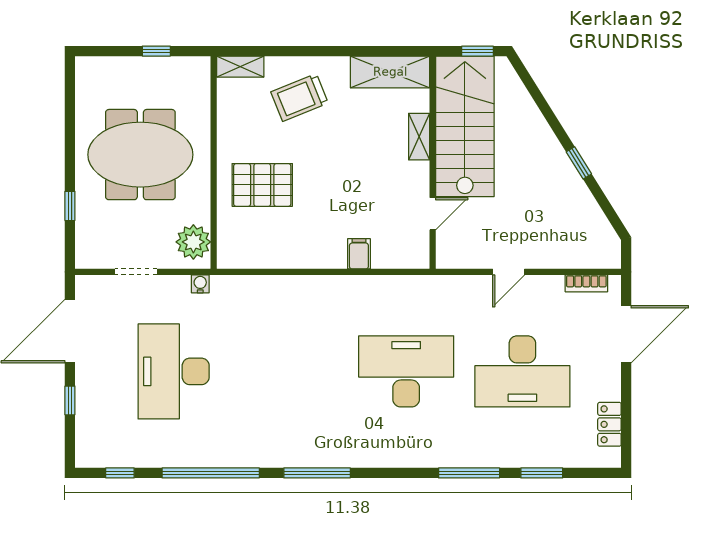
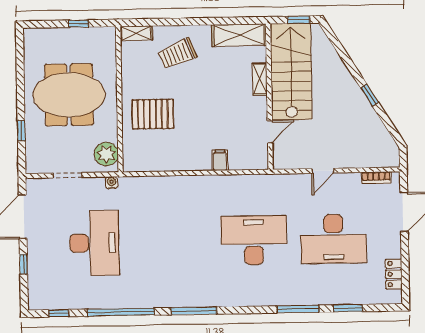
desk: (174, 371) -> (94, 243), turned 180

